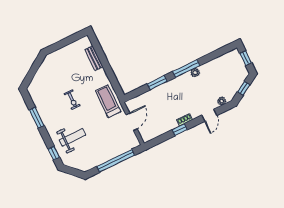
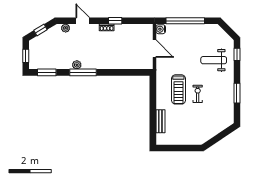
window: (157, 83) -> (47, 72), moved
treadmill: (108, 101) -> (178, 89), moved
door: (209, 115) -> (83, 21), hinge flipped
door: (132, 122) -> (154, 49), swing flipped
water cooler: (135, 142) -> (161, 29), added

